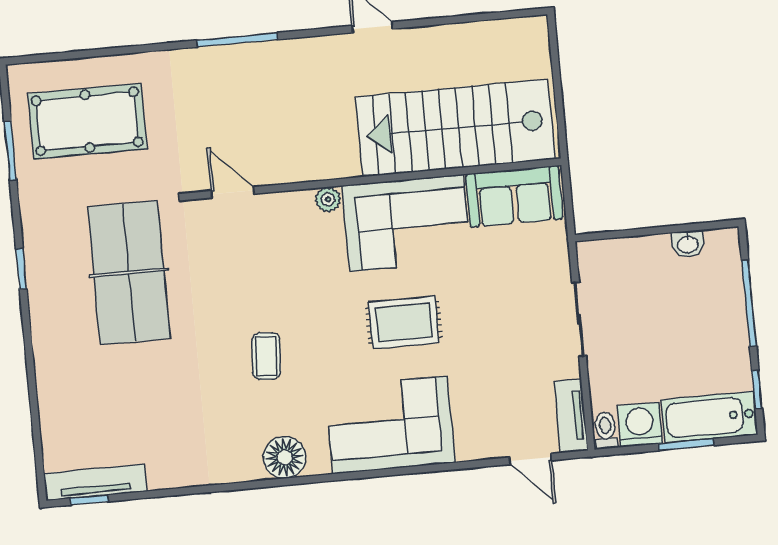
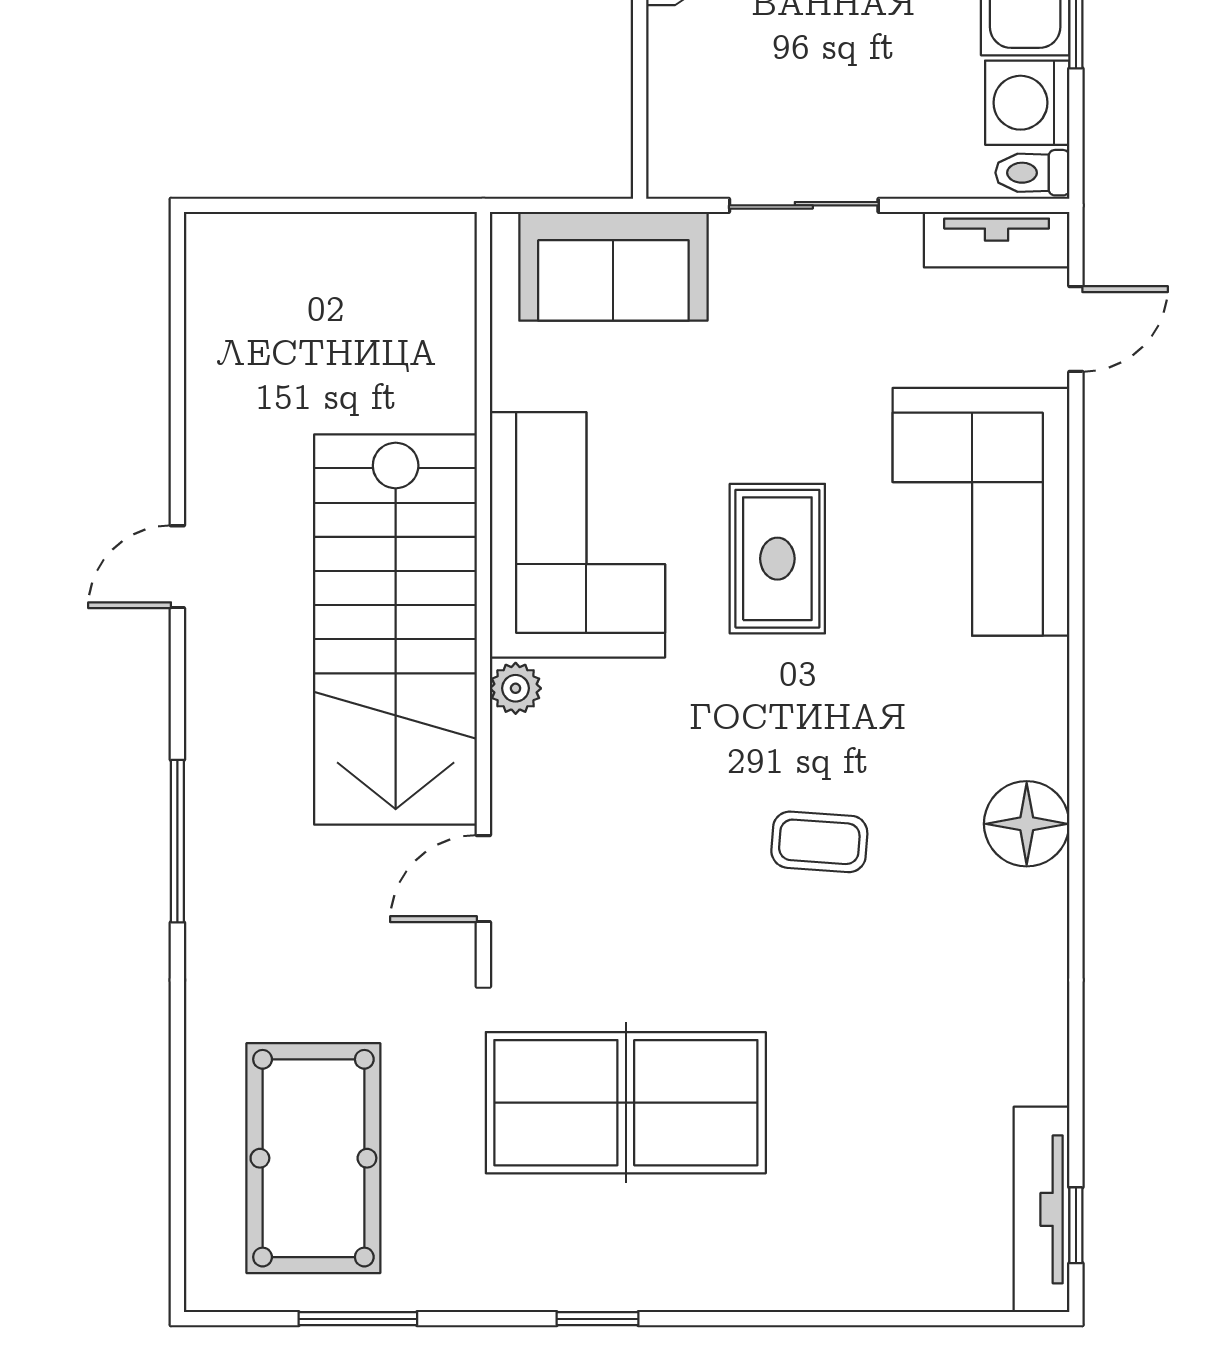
stairs: (455, 128) -> (396, 630), moved
sofa: (514, 196) -> (613, 266), moved, turned 90
corner sofa: (390, 425) -> (981, 512), moved

